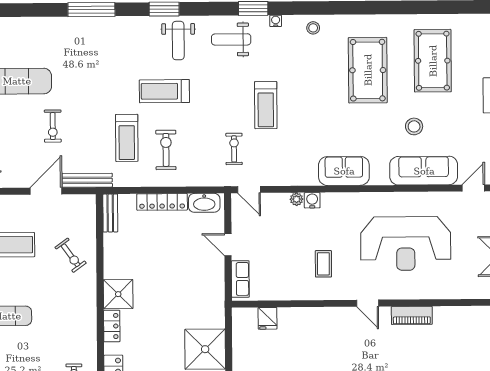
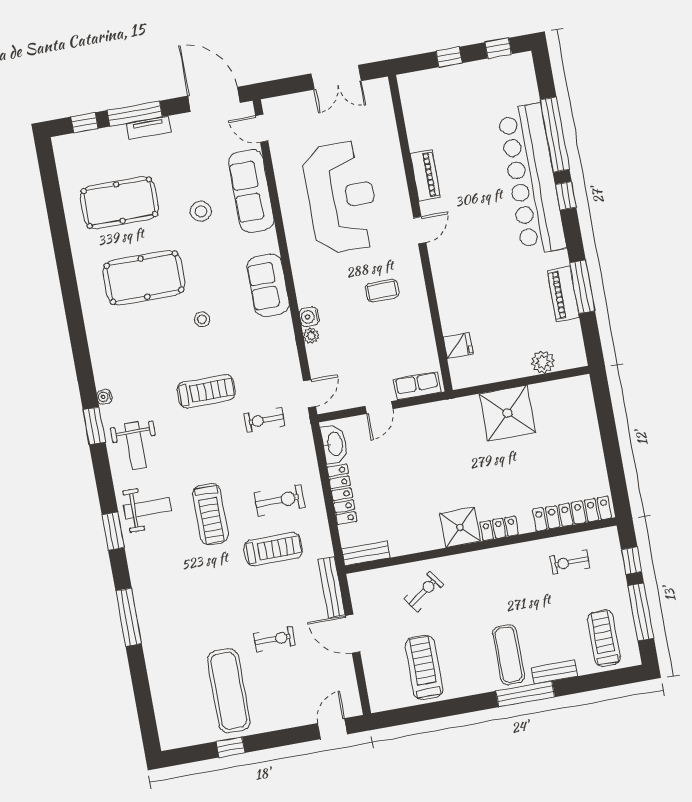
stool: (313, 28) -> (202, 319), moved
exercise bike: (166, 150) -> (280, 500), turned 180

